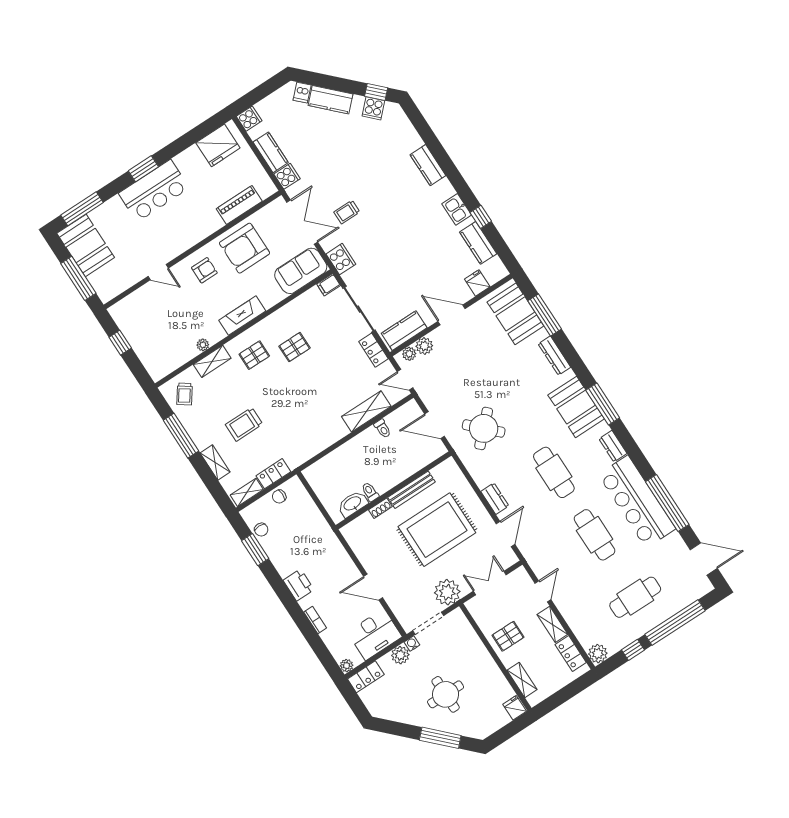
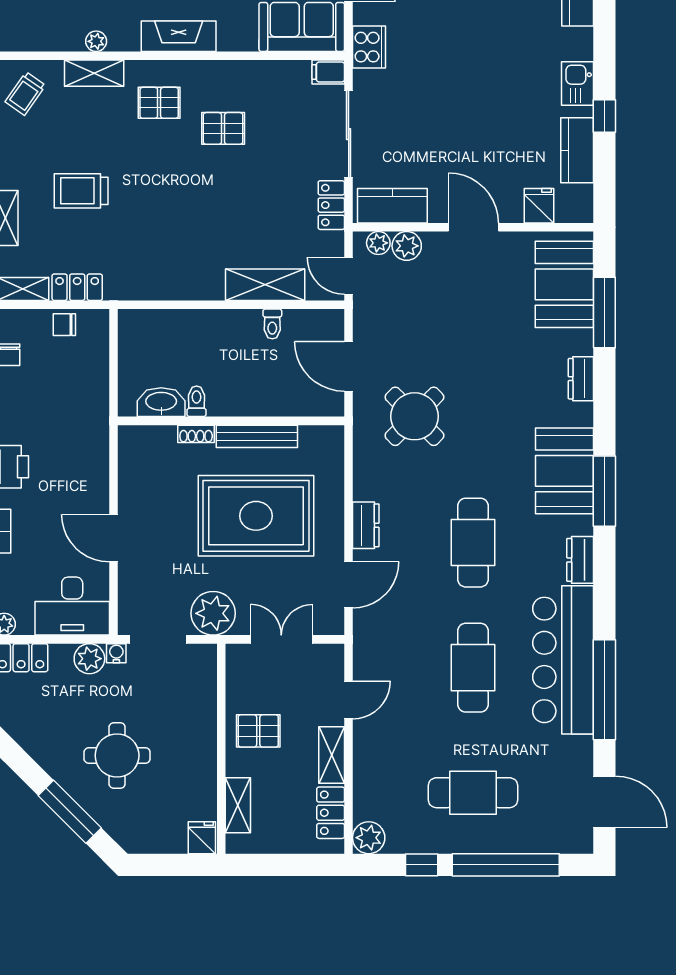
dresser: (554, 356) -> (581, 379), width x0.70

